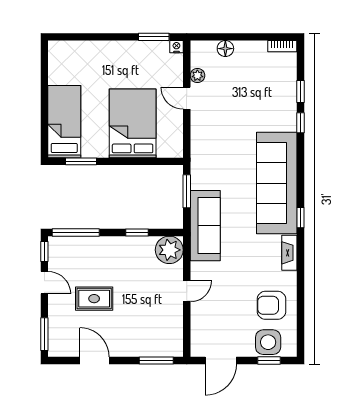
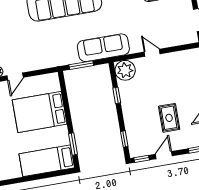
window: (76, 232) -> (124, 139), width x0.46

